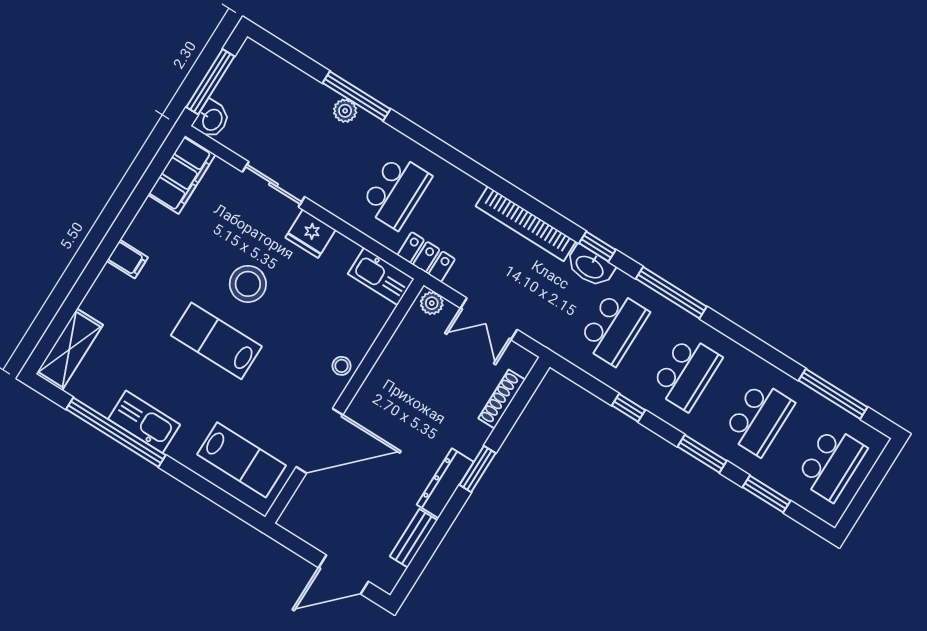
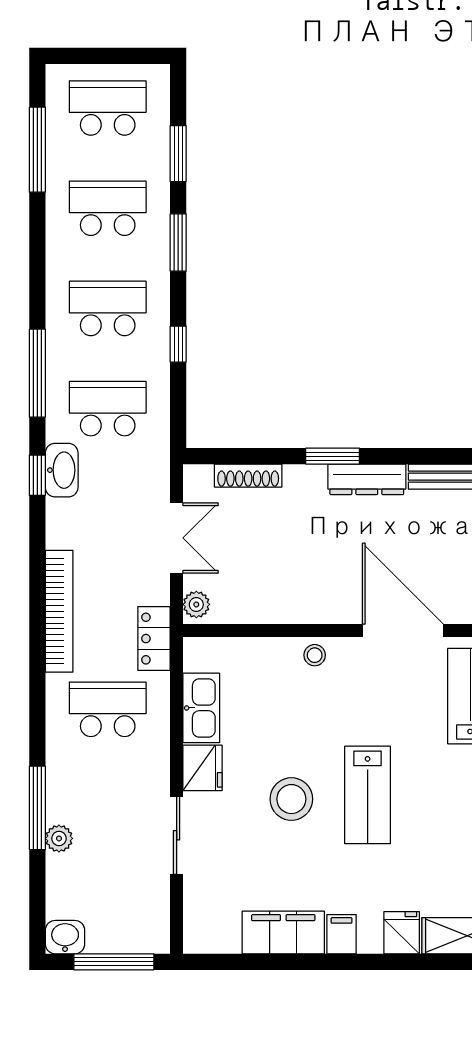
plant: (345, 111) -> (59, 838), moved
washbasin: (212, 119) -> (65, 937), moved
filing cabinet: (182, 175) -> (283, 933), moved
bookcase: (526, 224) -> (59, 611), moved
kitchen sink: (381, 276) -> (201, 708), moved
fridge: (101, 303) -> (402, 933), added

